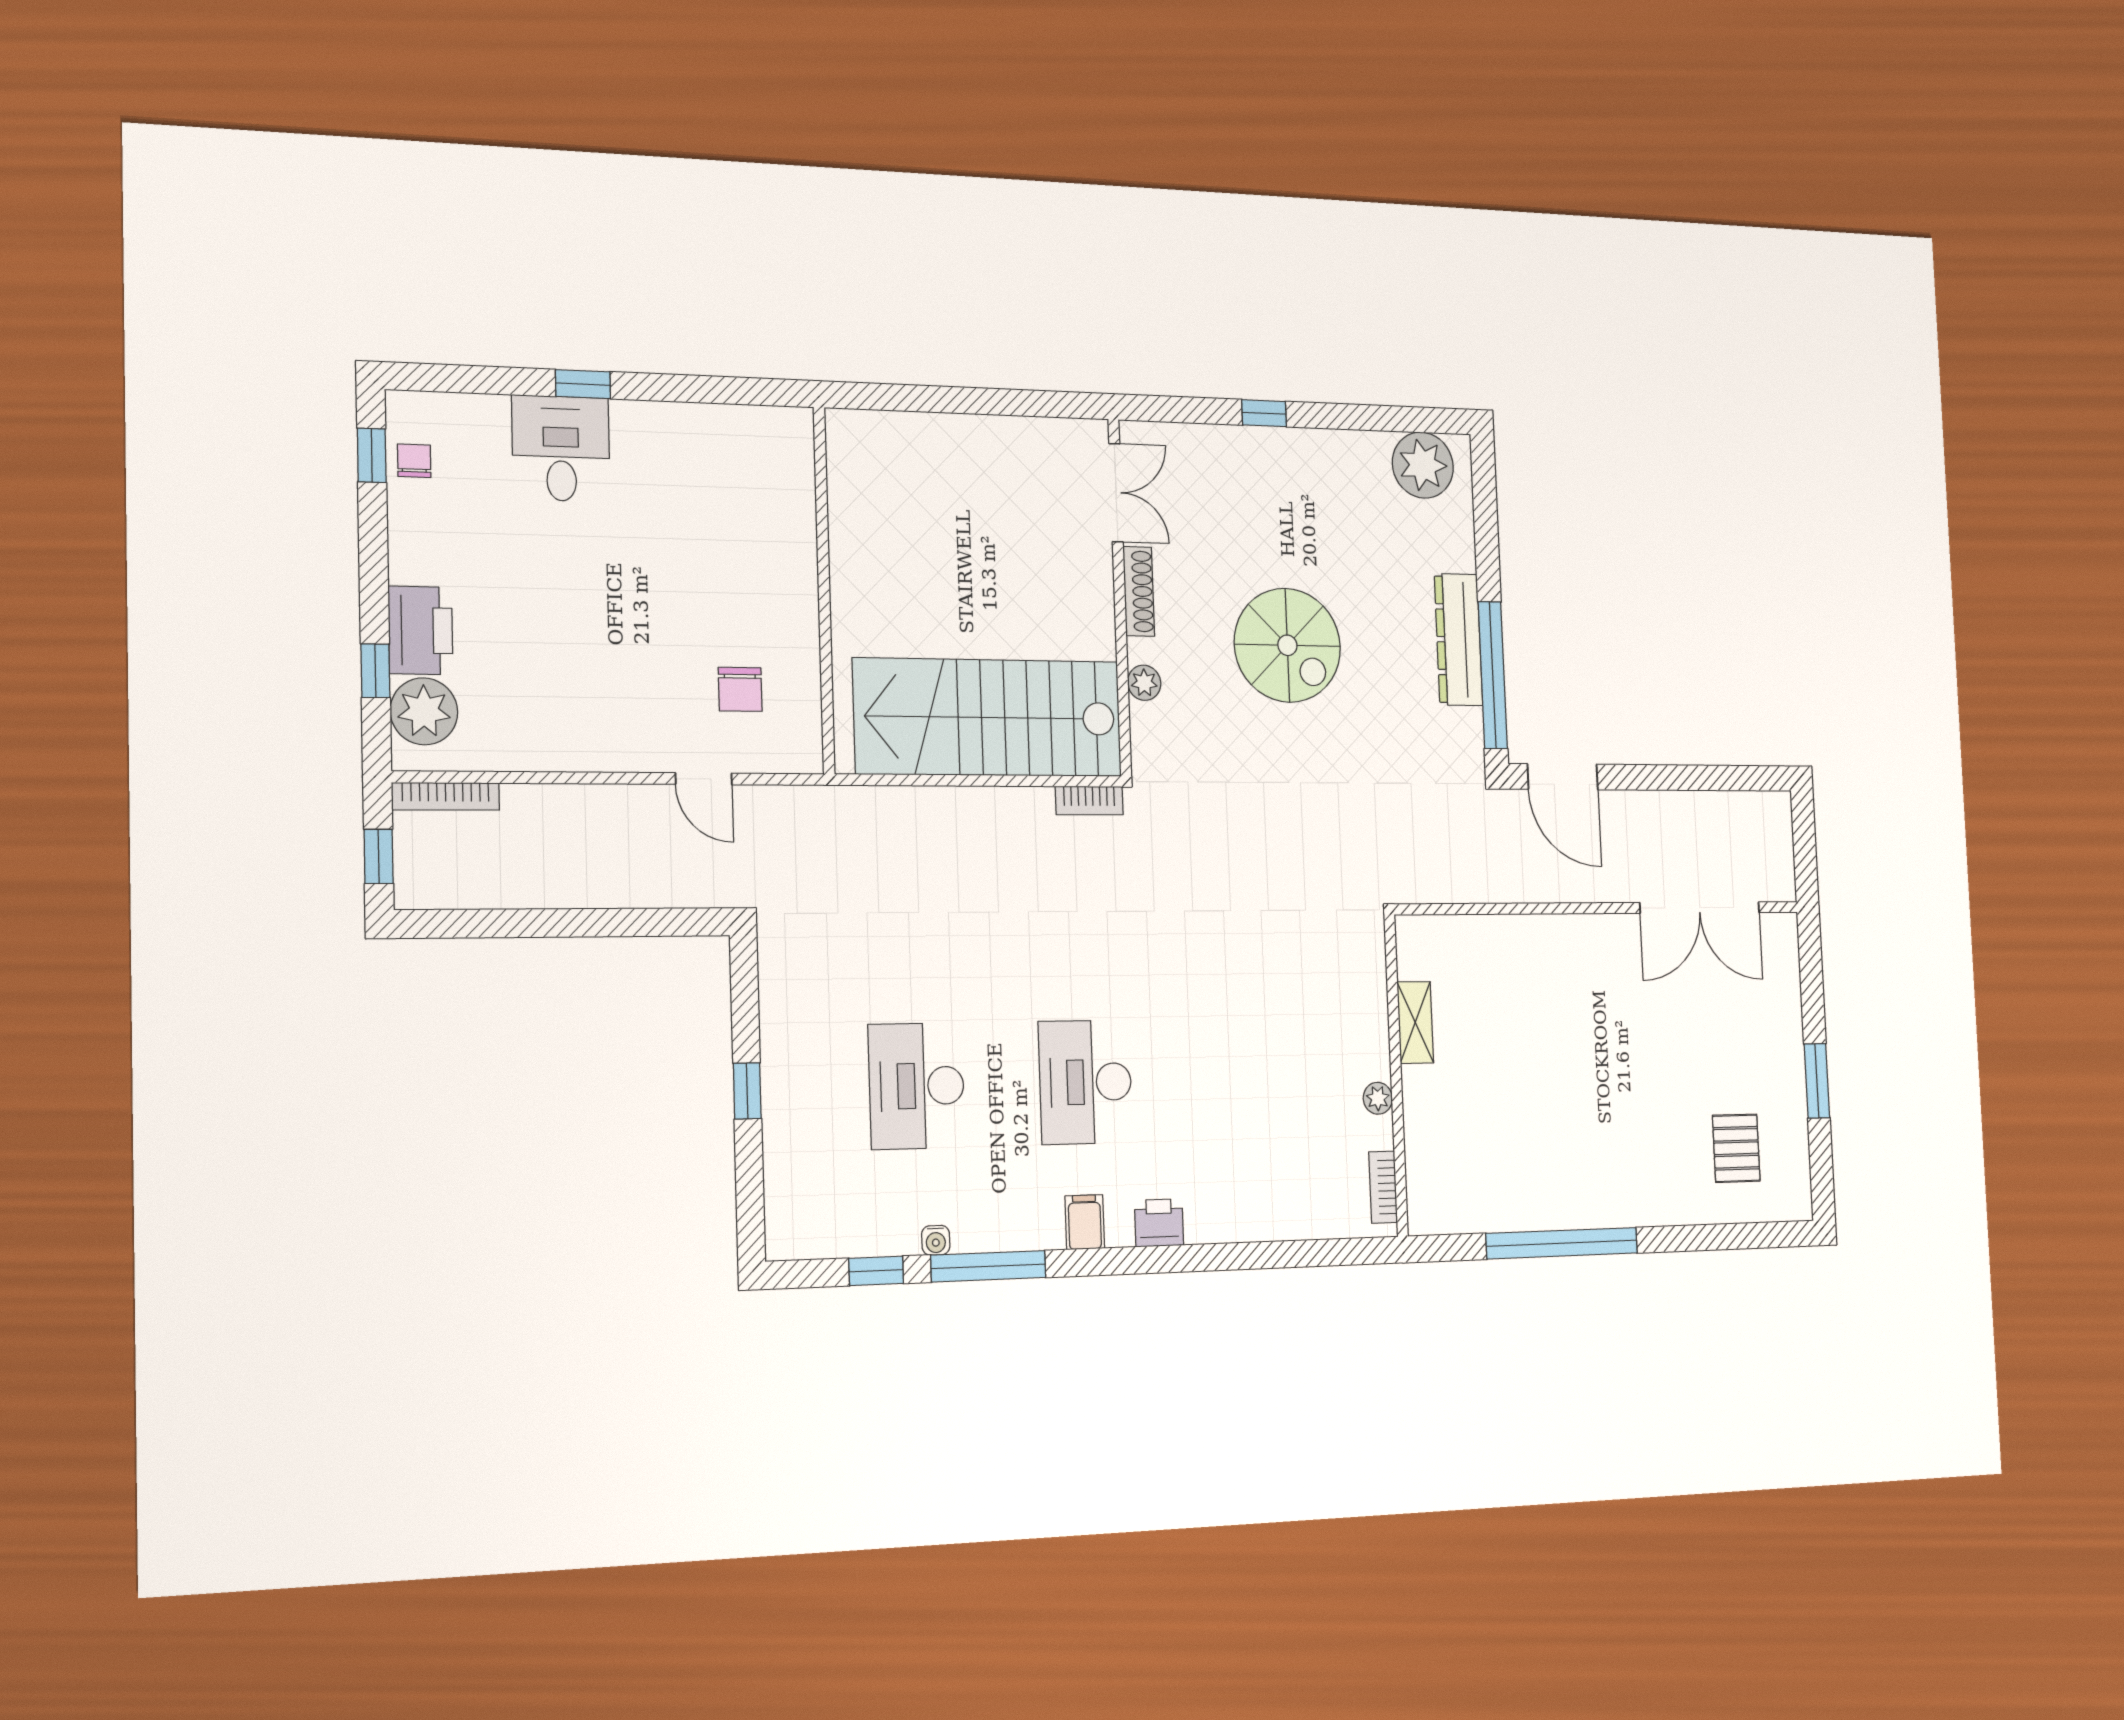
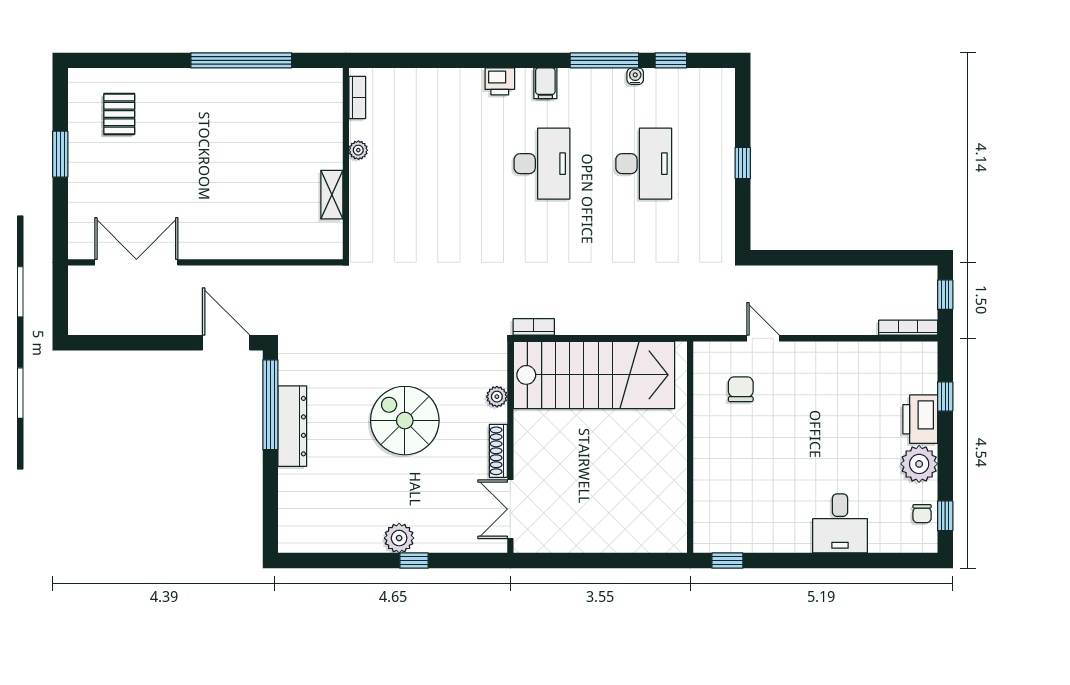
window: (583, 384) -> (727, 561), moved
plant: (1423, 465) -> (399, 538), moved, width x0.73, depth x0.73
plant: (424, 711) -> (919, 464), moved

